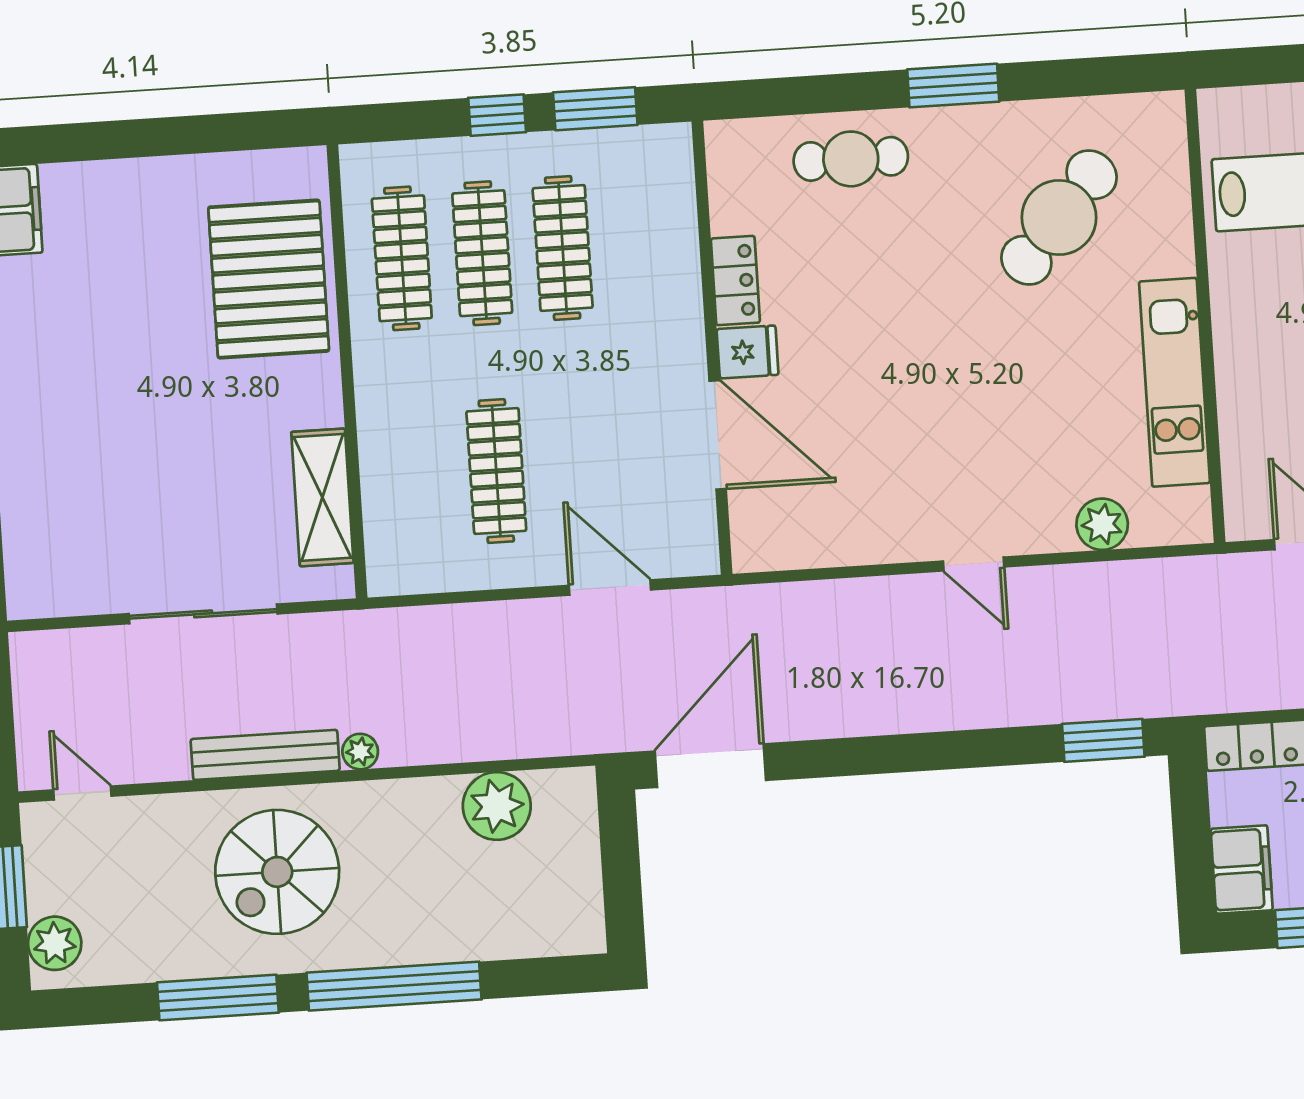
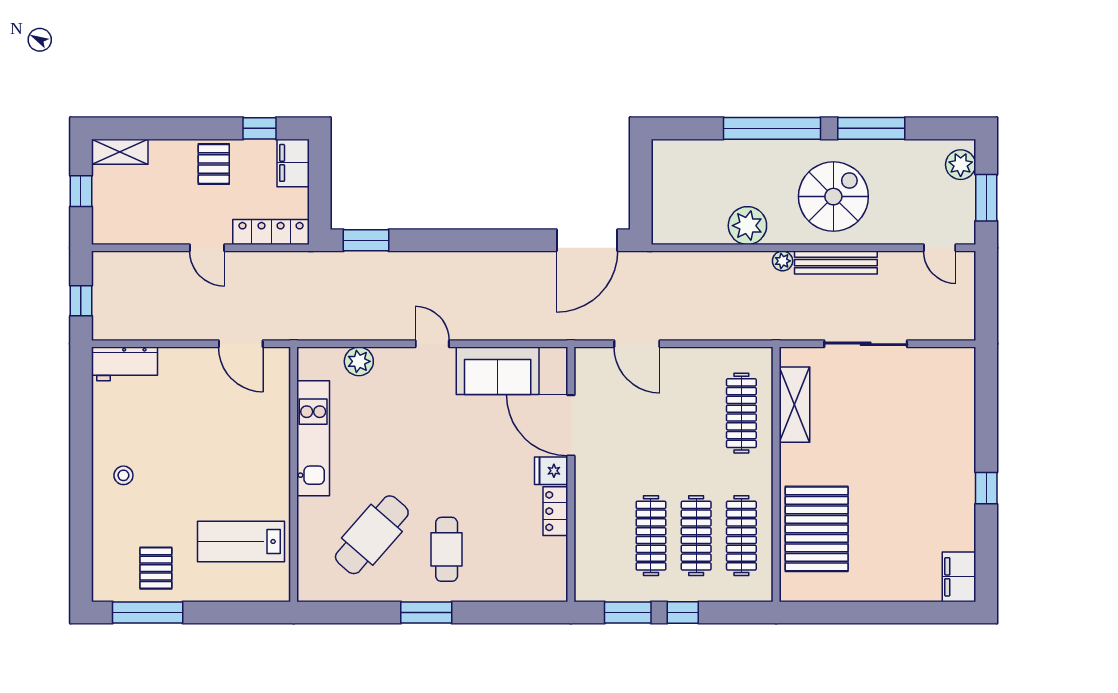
cafe table: (851, 159) -> (447, 549), moved, turned 90
clothes rail: (496, 471) -> (741, 413), moved
sofa: (854, 523) -> (498, 371), added
plant: (497, 806) -> (747, 226), moved

